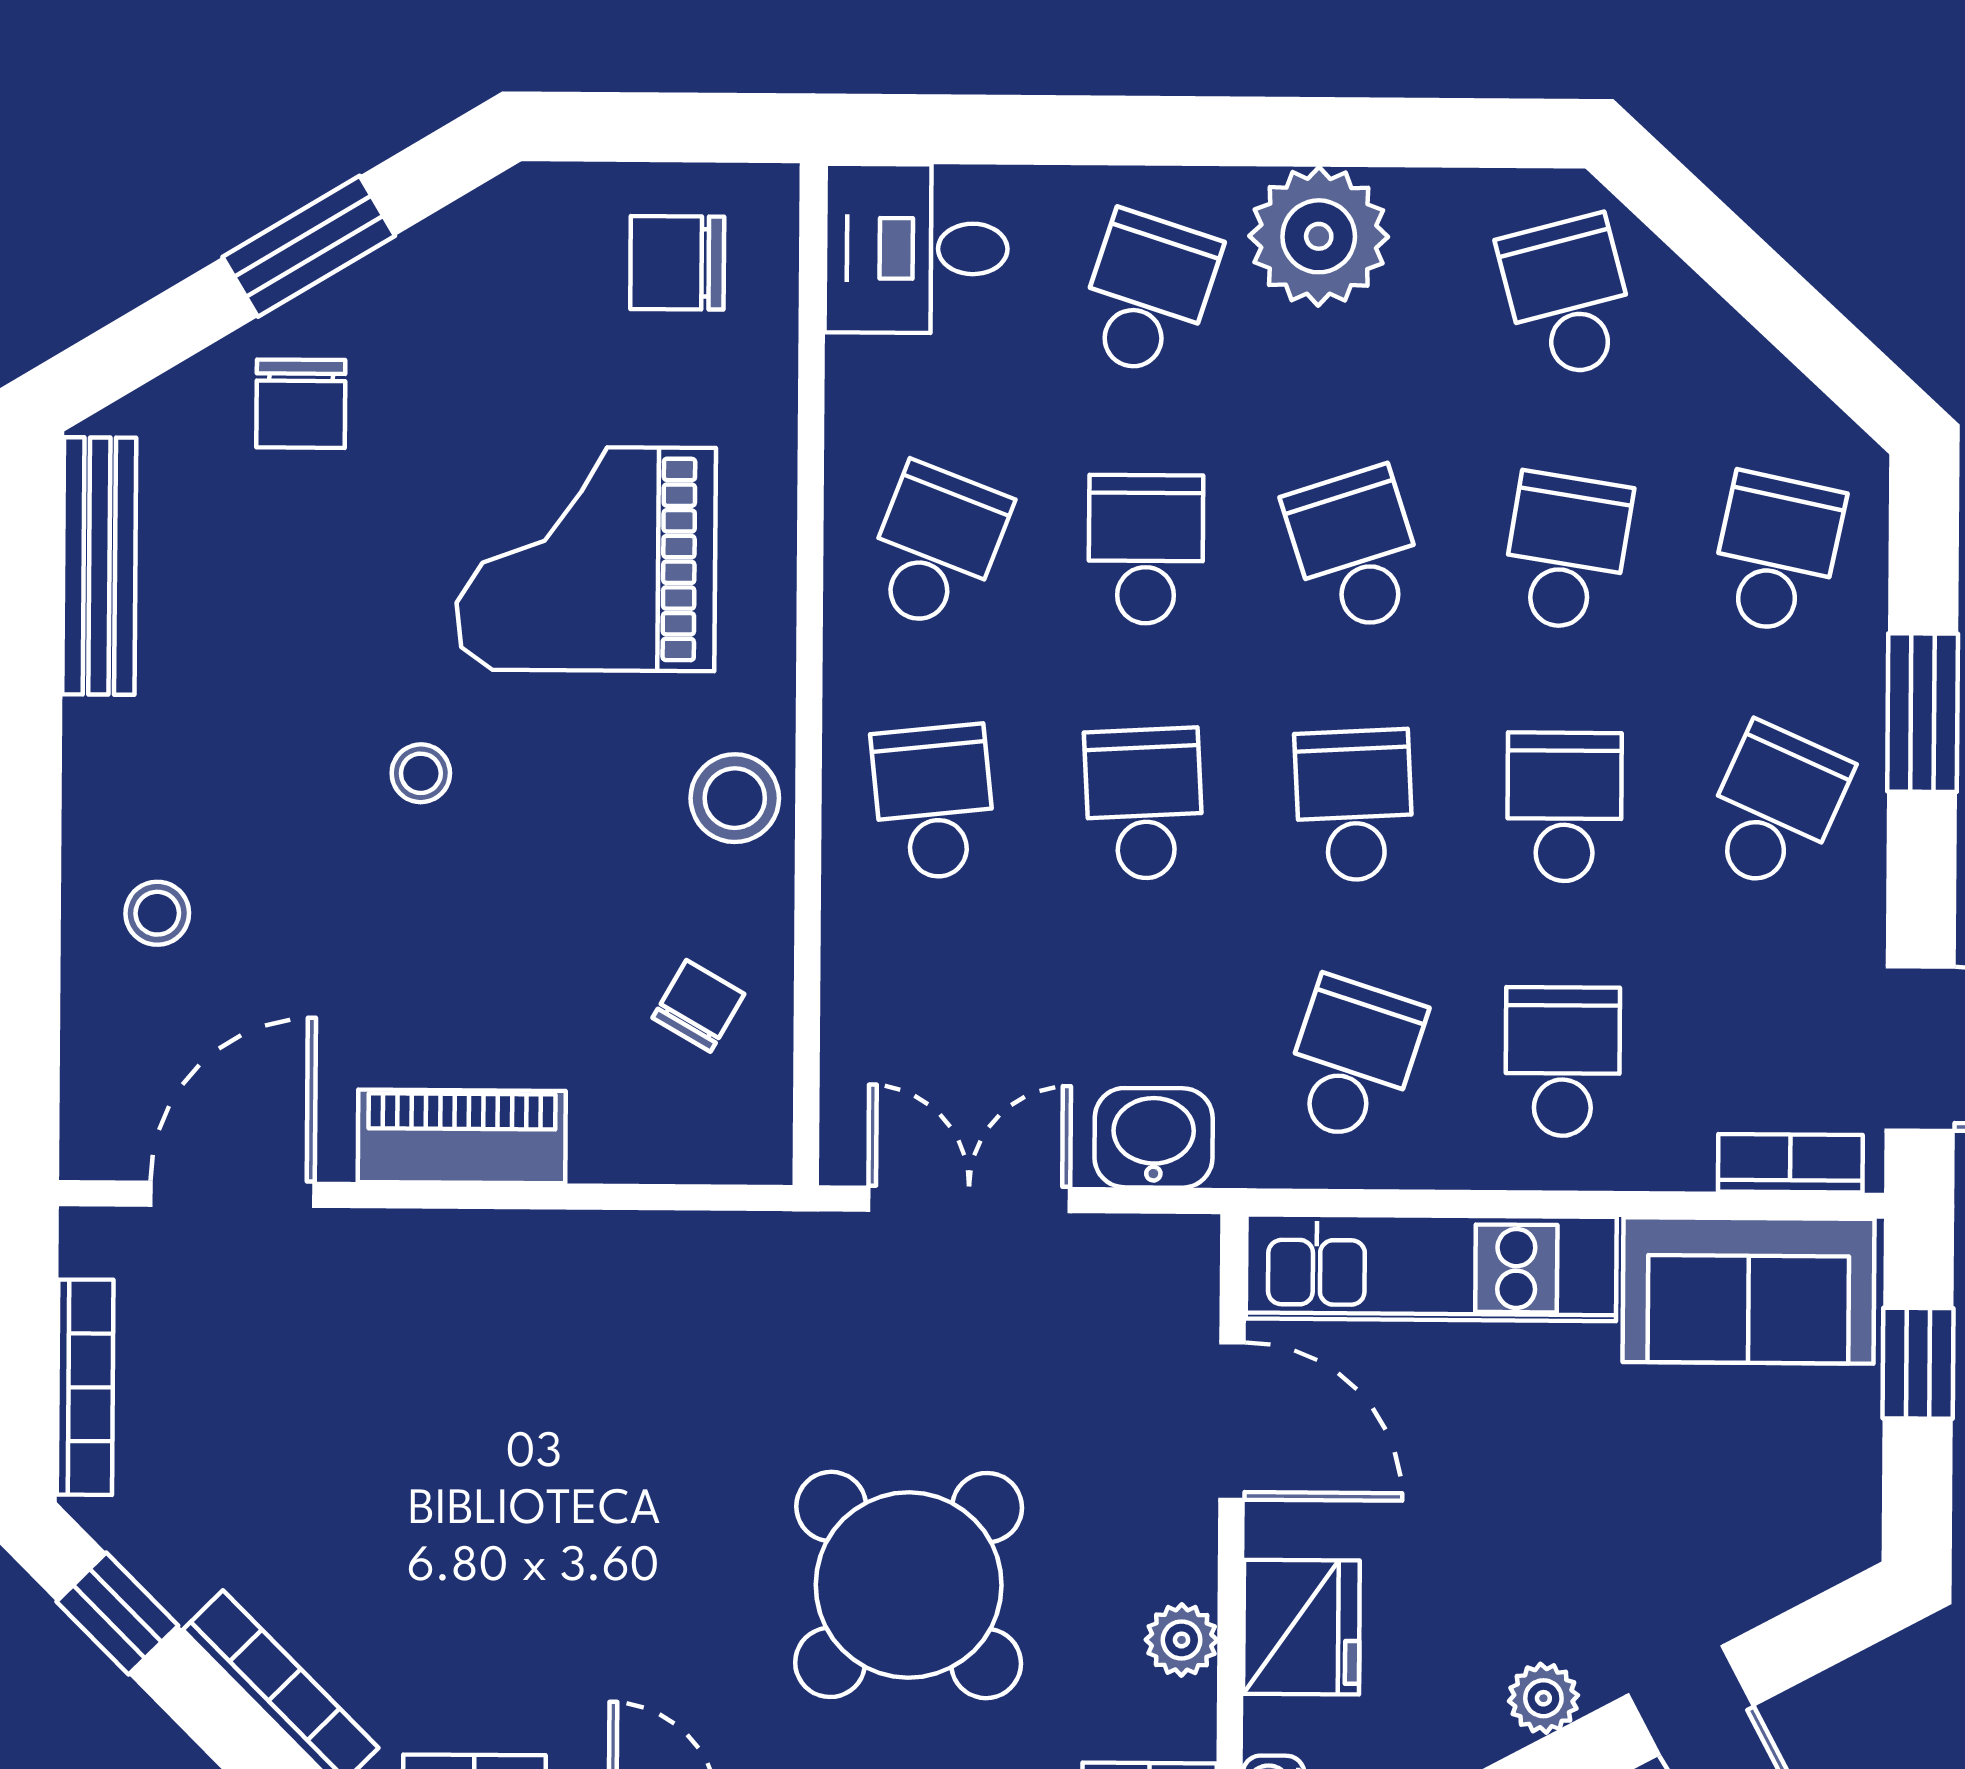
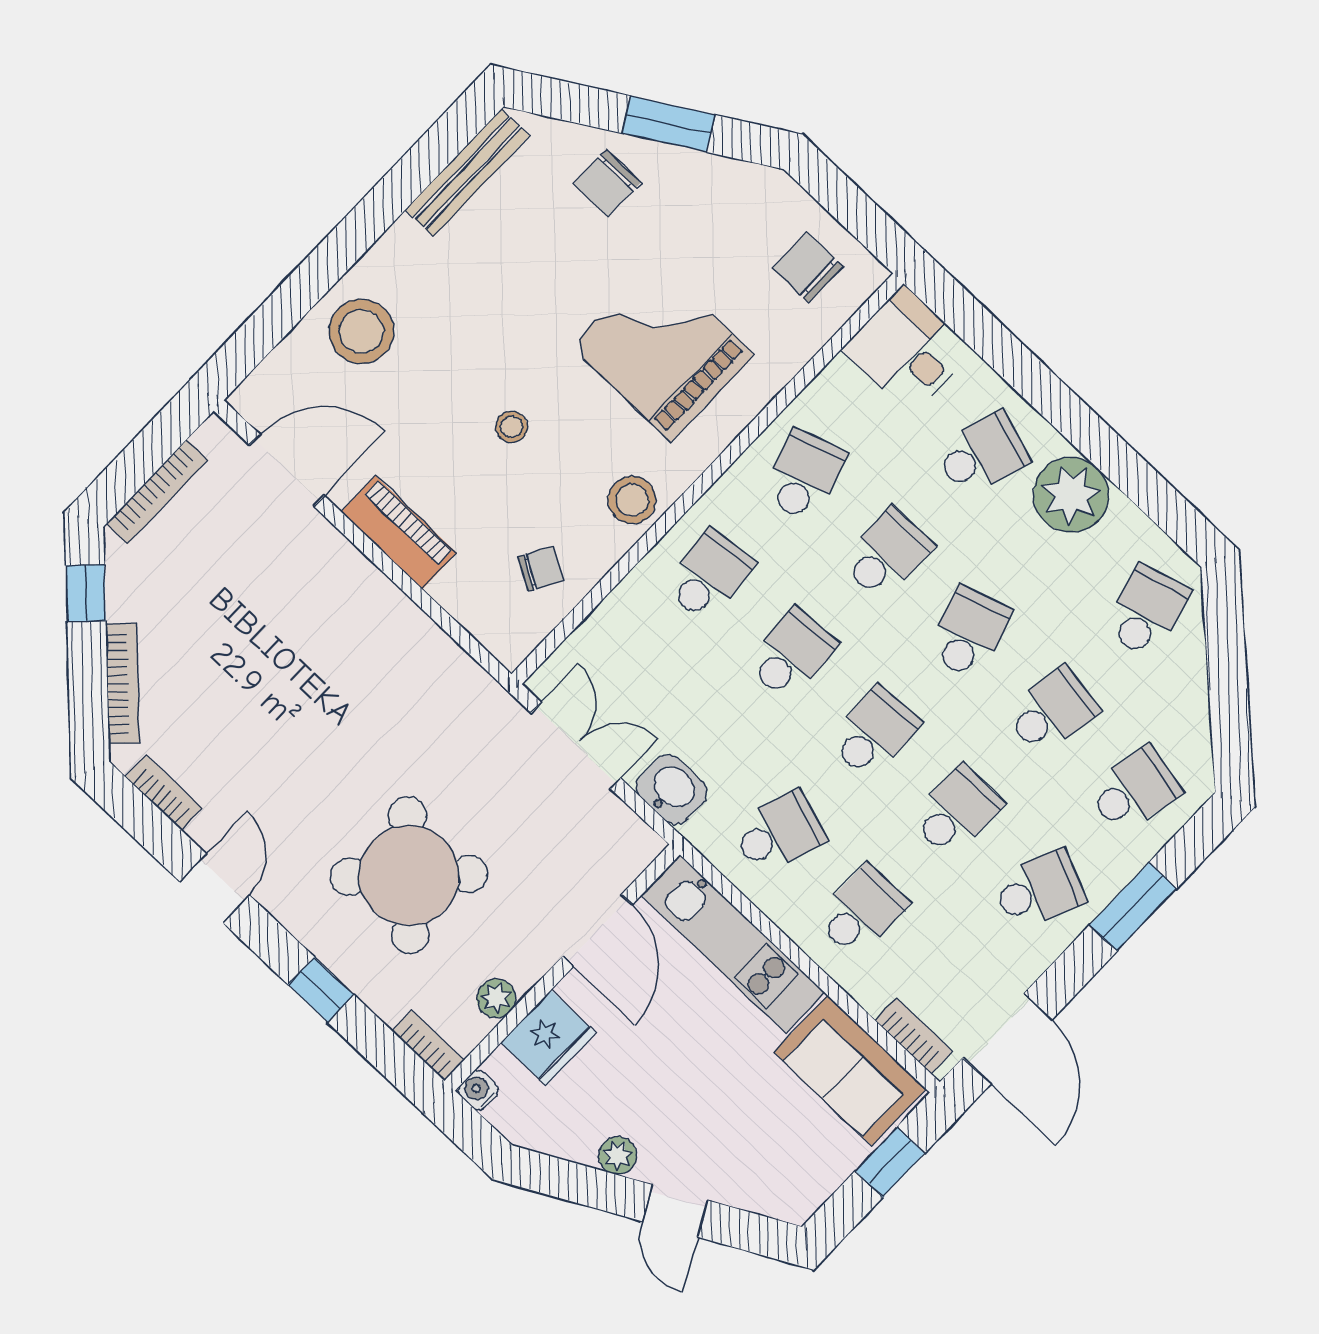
school desk: (936, 548) -> (804, 476), turned -39
stool: (421, 773) -> (512, 427), moved
stool: (157, 913) -> (361, 331), width x1.89, depth x1.89

